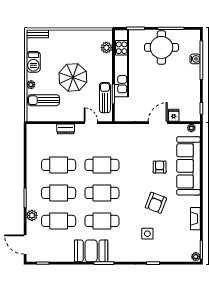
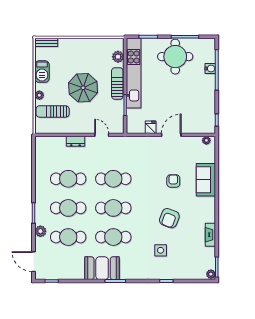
sun lounger: (105, 98) -> (117, 84), moved
fridge: (174, 115) -> (151, 127), moved
sofa: (189, 166) -> (206, 180), width x0.54, depth x0.79

